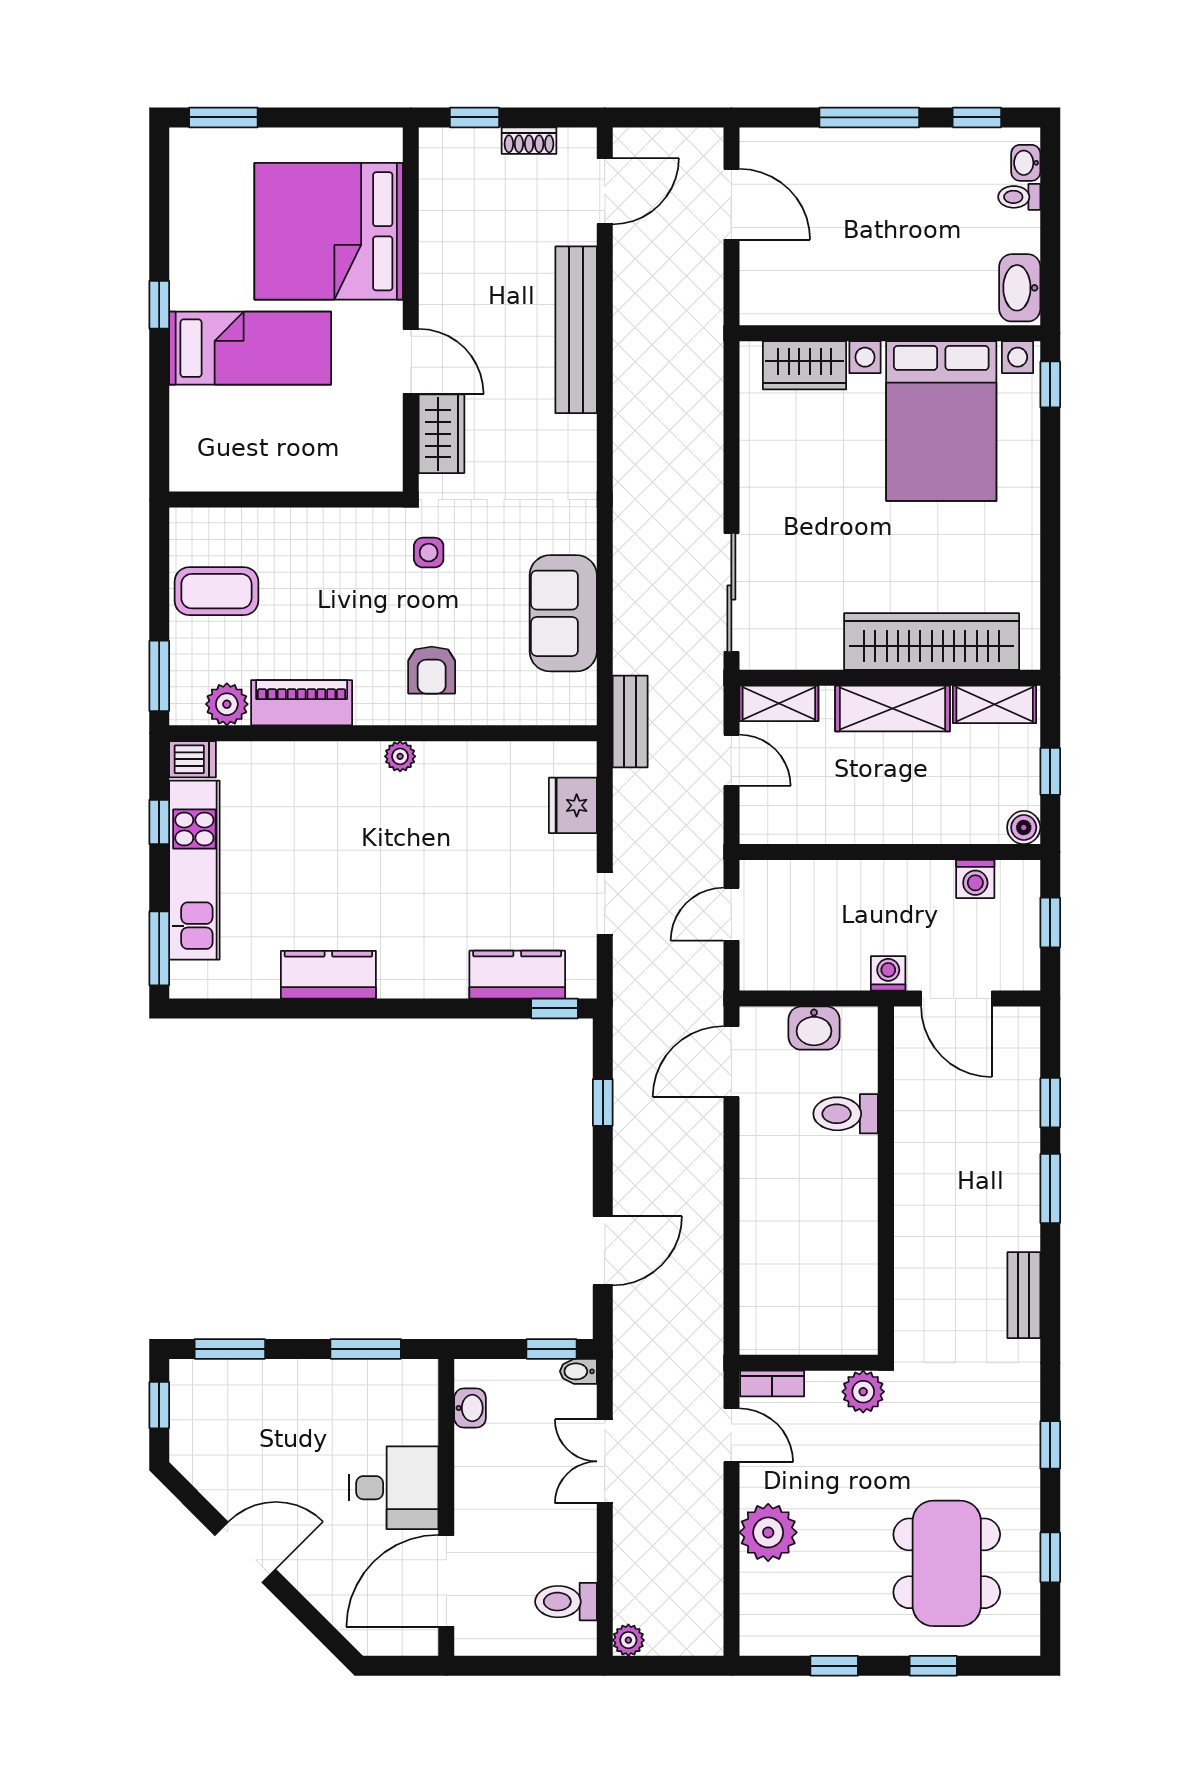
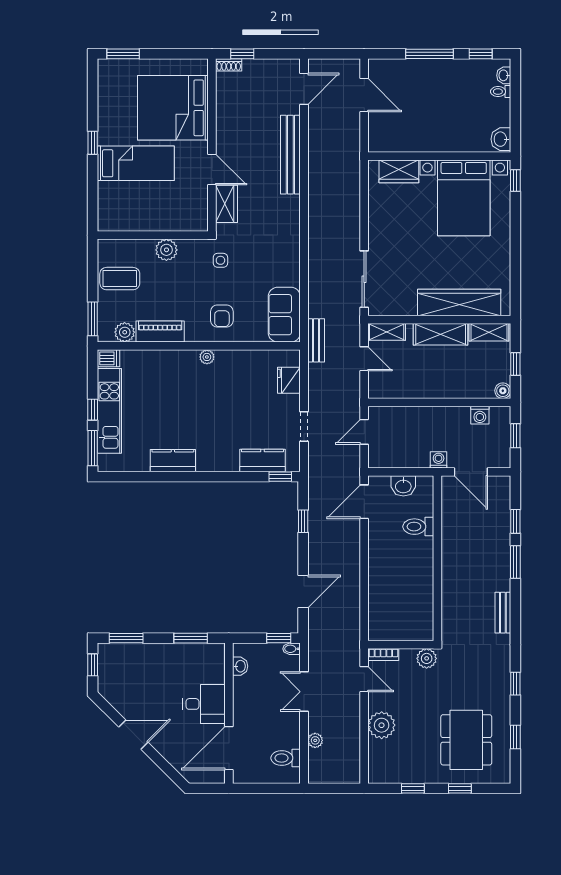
shoe rack: (529, 141) -> (229, 65), moved
washbasin: (1020, 288) -> (501, 139), width x0.72
plant: (315, 531) -> (166, 250), added
sofa: (563, 613) -> (284, 315), moved
window: (159, 822) -> (93, 410), moved
plant: (628, 1640) -> (315, 740), moved

